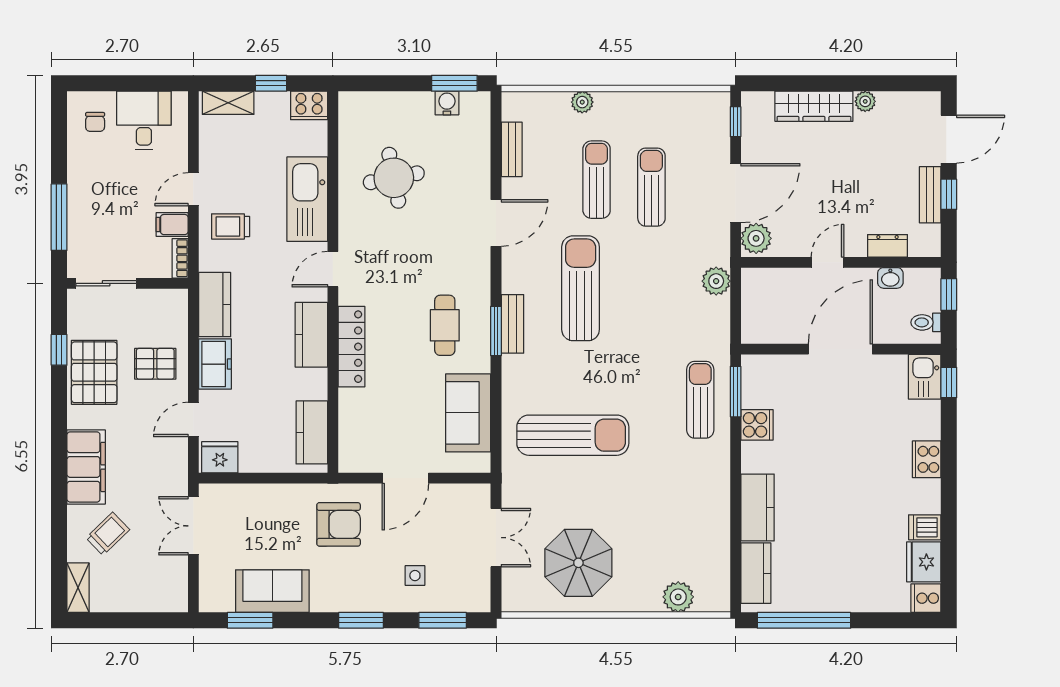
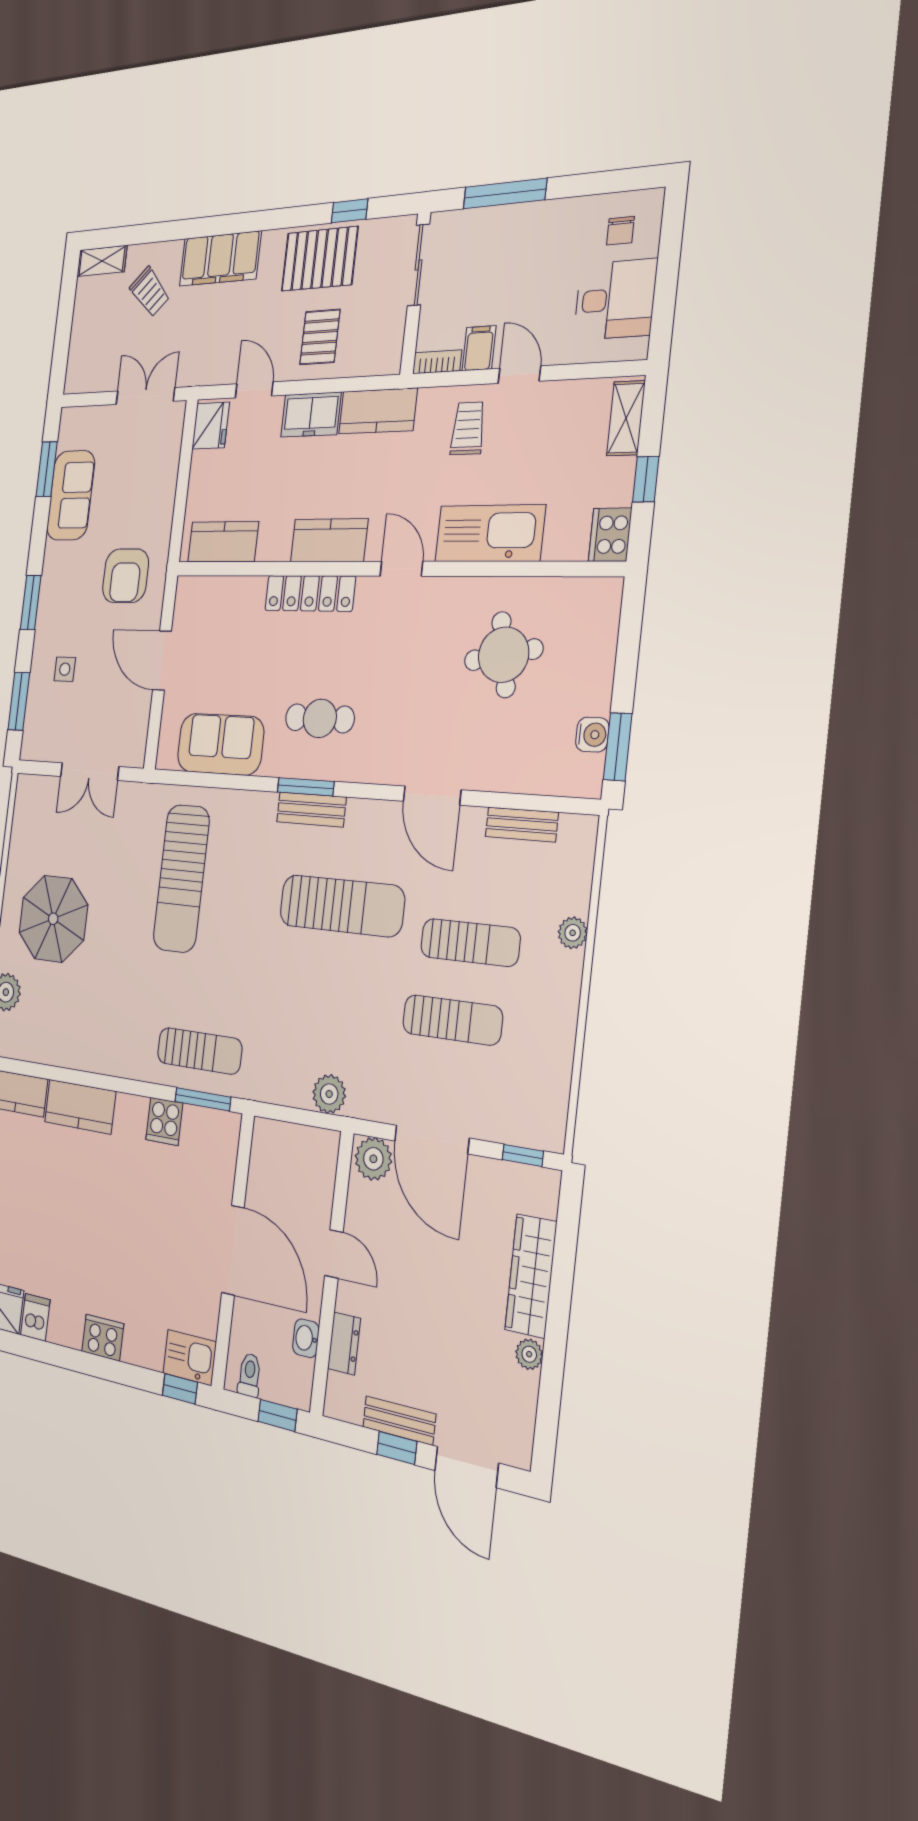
chair: (95, 122) -> (620, 231), turned -90
parasol: (578, 563) -> (53, 919), moved

